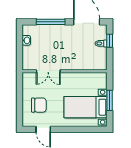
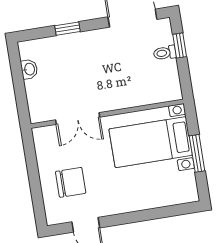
window: (51, 22) -> (67, 29), width x0.46
bed with nightstands: (86, 107) -> (151, 142), moved

